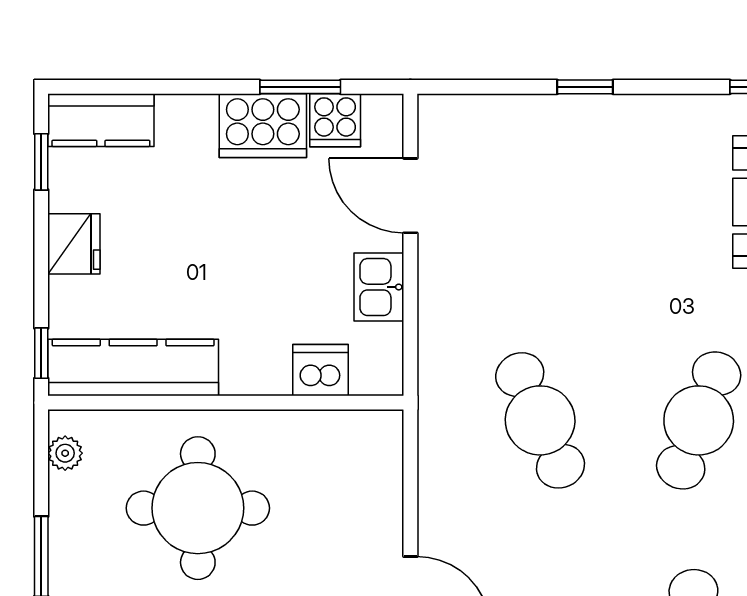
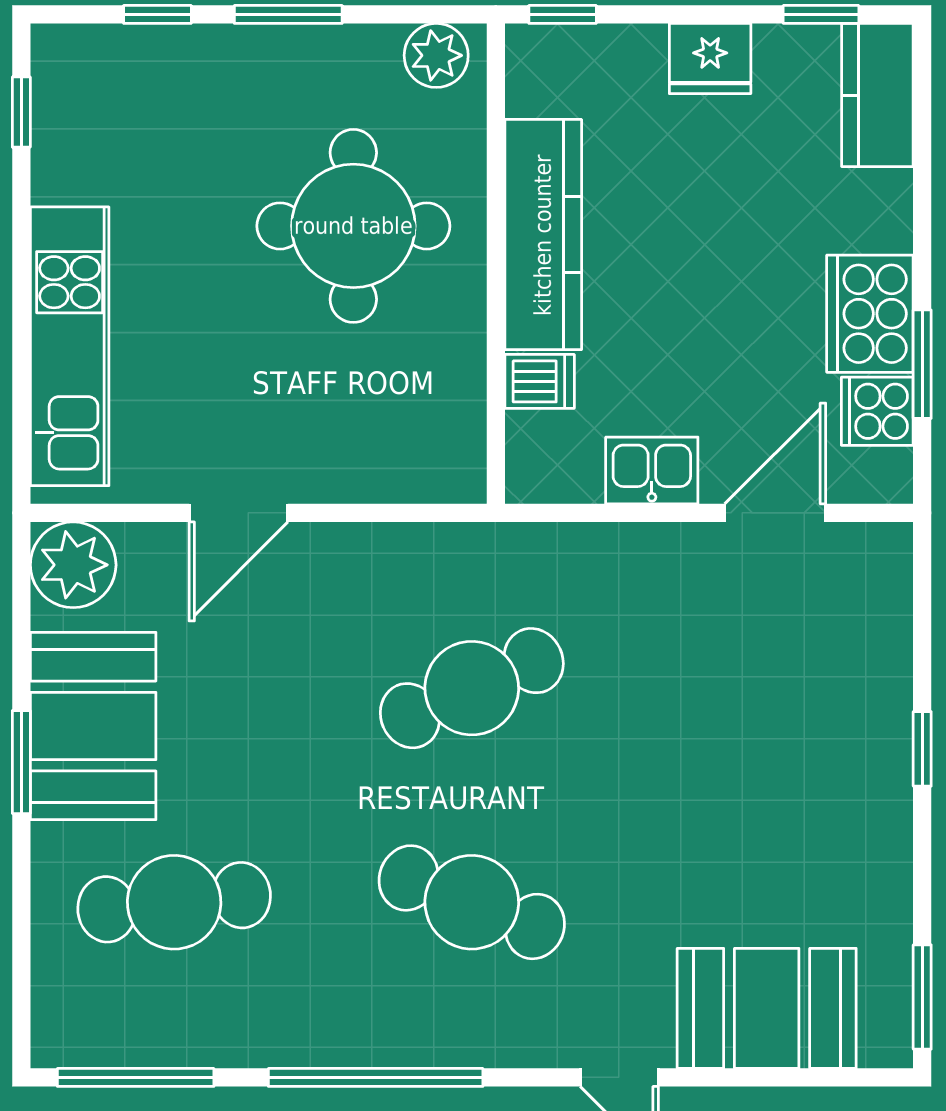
kitchen counter: (133, 368) -> (543, 235), moved
dishwasher: (321, 370) -> (540, 381), width x0.73
plant: (65, 453) -> (436, 55), width x1.38, depth x1.38

